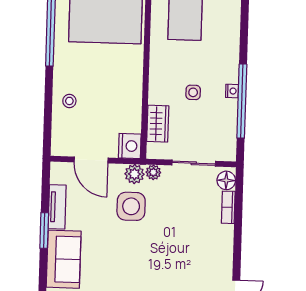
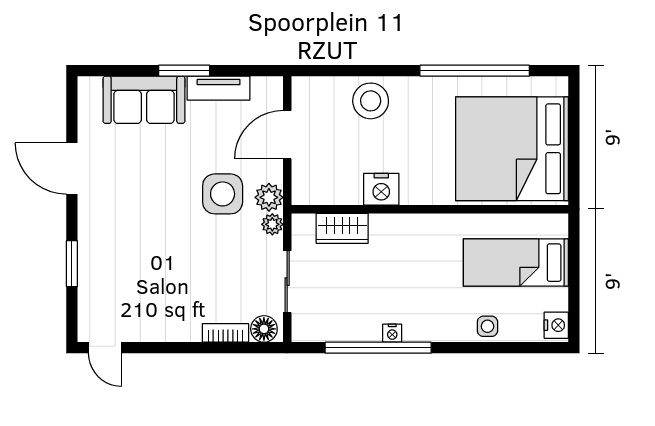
side table: (193, 92) -> (487, 326), moved
stool: (69, 101) -> (371, 101), width x1.89, depth x1.89
nightstand: (130, 146) -> (381, 189), moved

